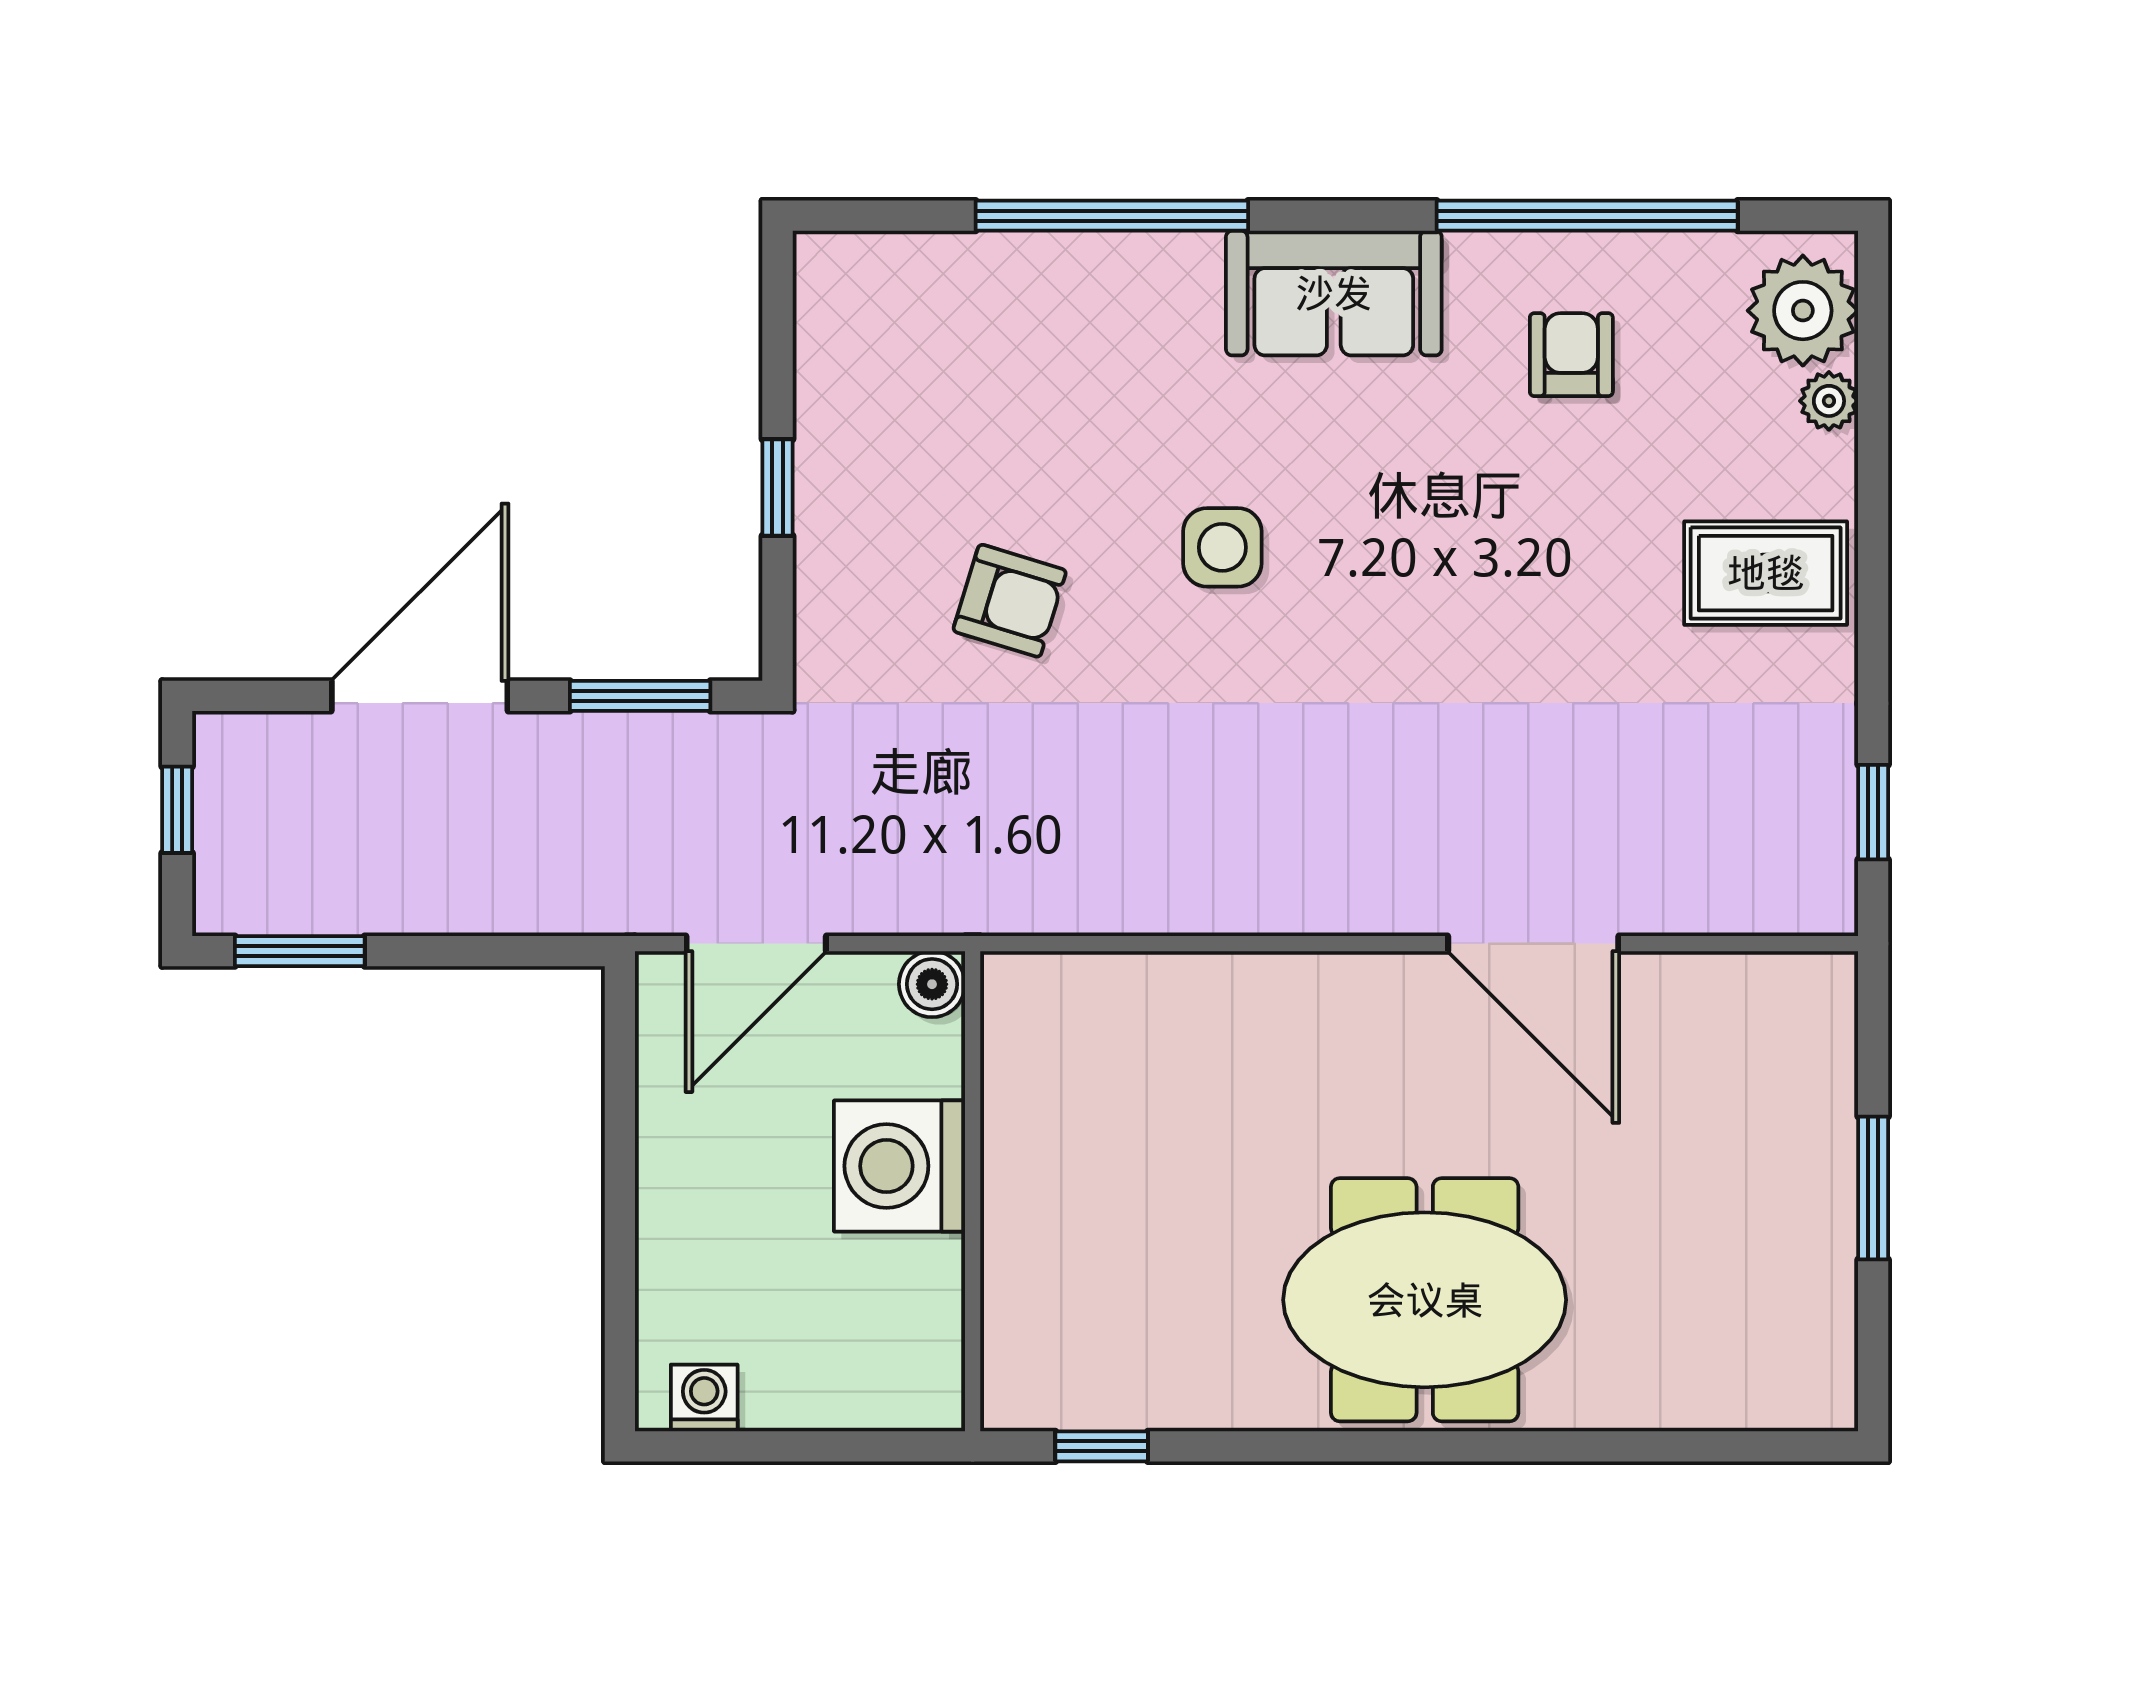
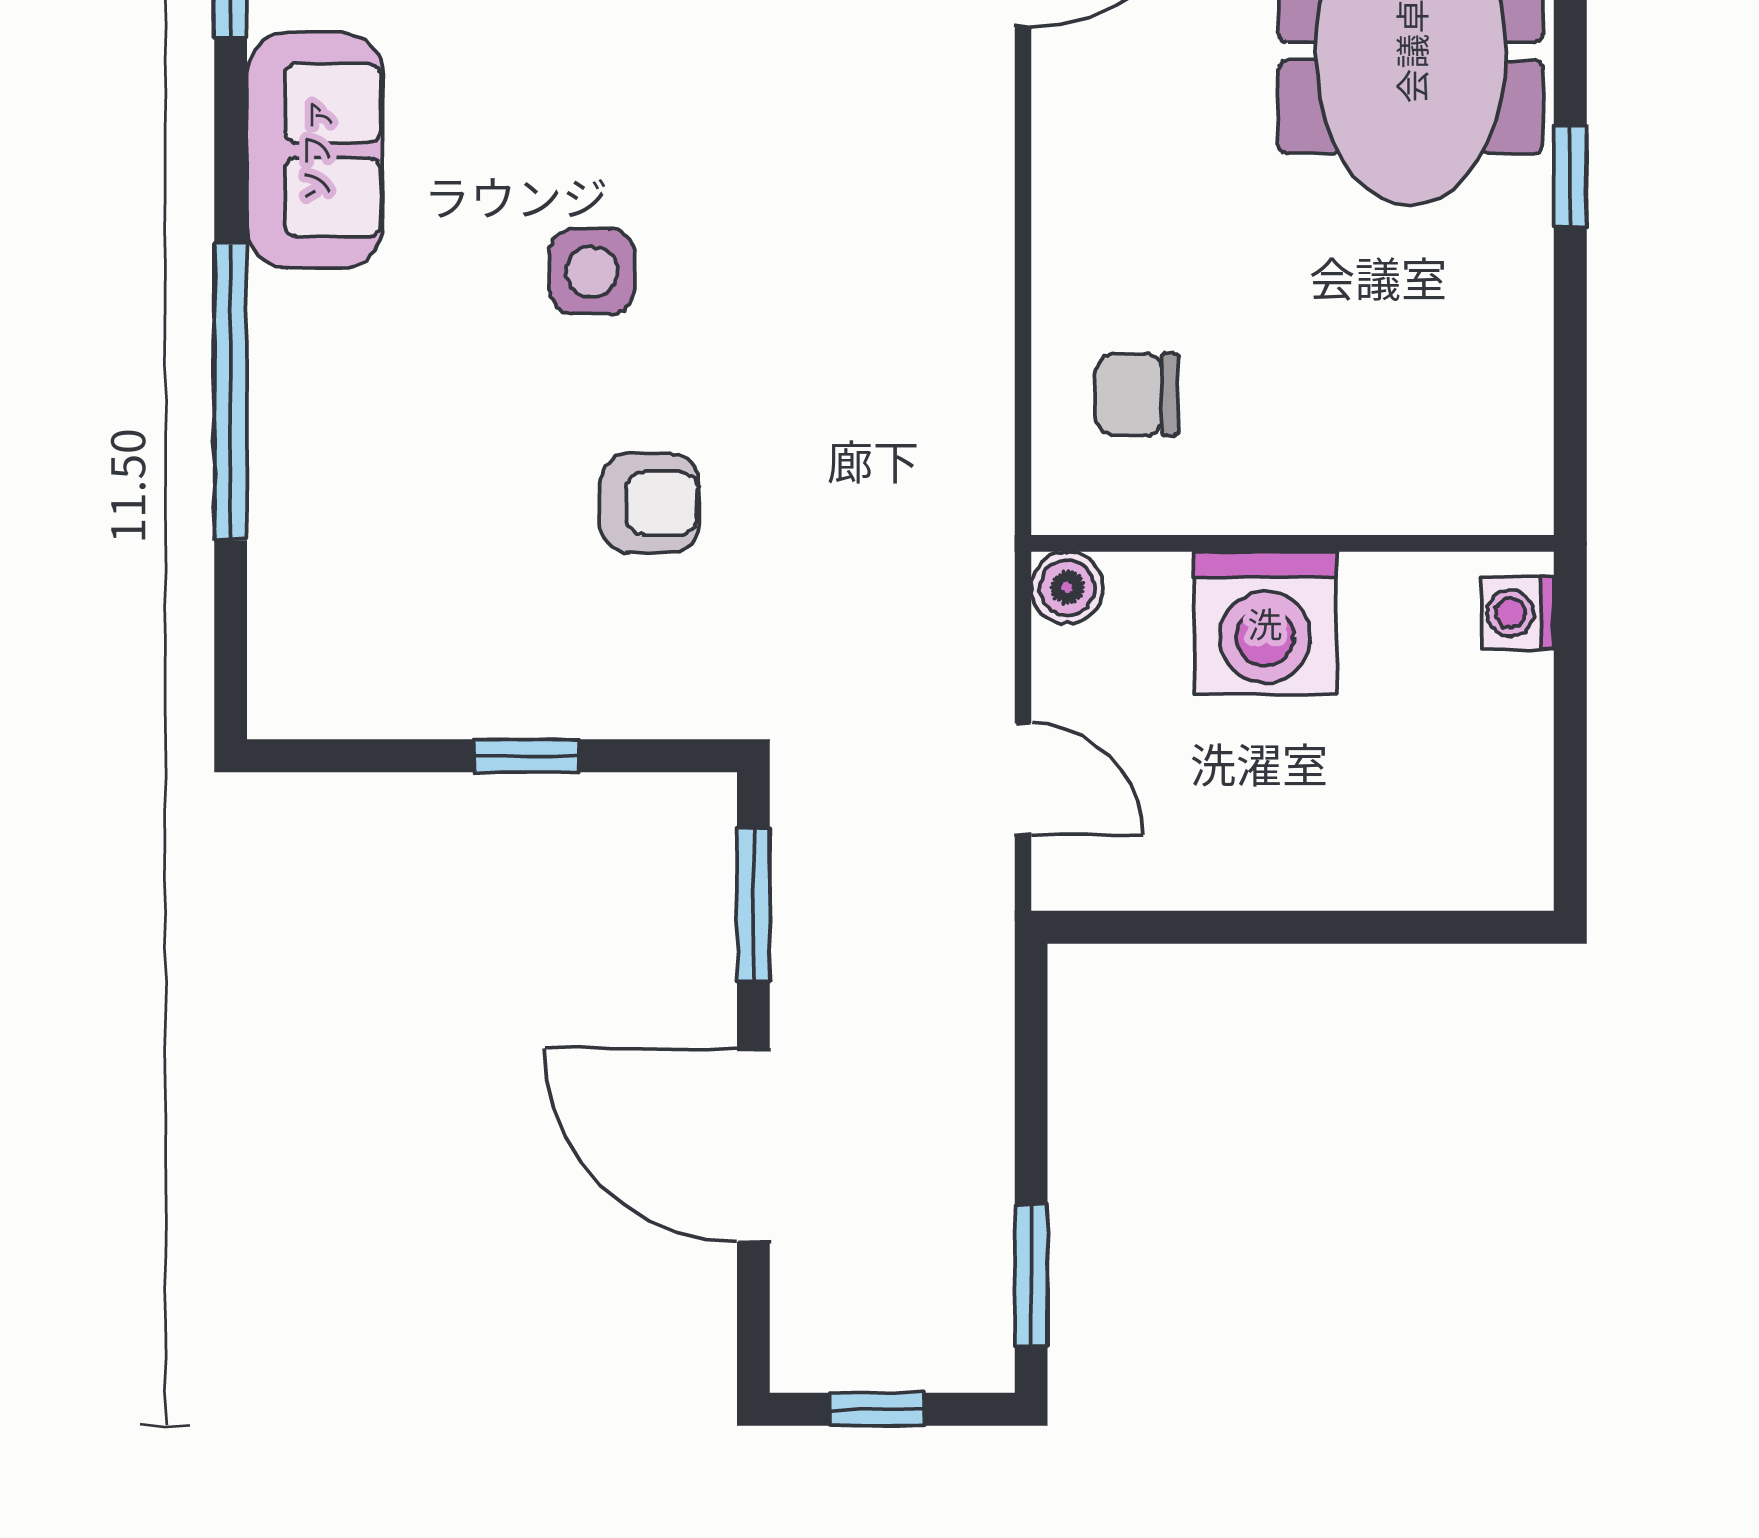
armchair: (1010, 601) -> (650, 503), turned 73
door: (756, 944) -> (1023, 779), width x0.73
chair: (1109, 1048) -> (1137, 394), added
washing machine: (704, 1398) -> (1518, 613), moved
window: (1102, 1446) -> (1570, 176), moved

